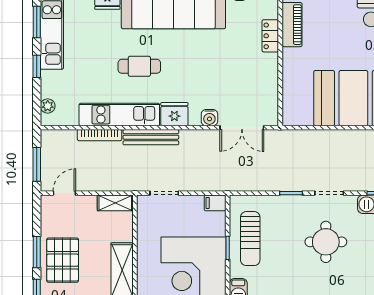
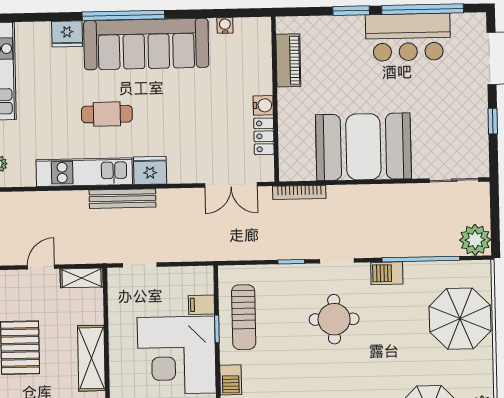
locker: (270, 36) -> (264, 136), moved
water cooler: (209, 118) -> (263, 105), moved, turned -90
bookcase: (100, 135) -> (299, 192), moved
door: (64, 193) -> (41, 267), moved
filing cabinet: (215, 203) -> (201, 305), moved

